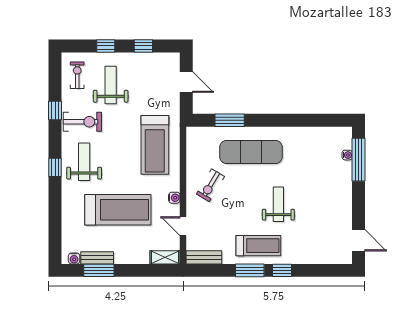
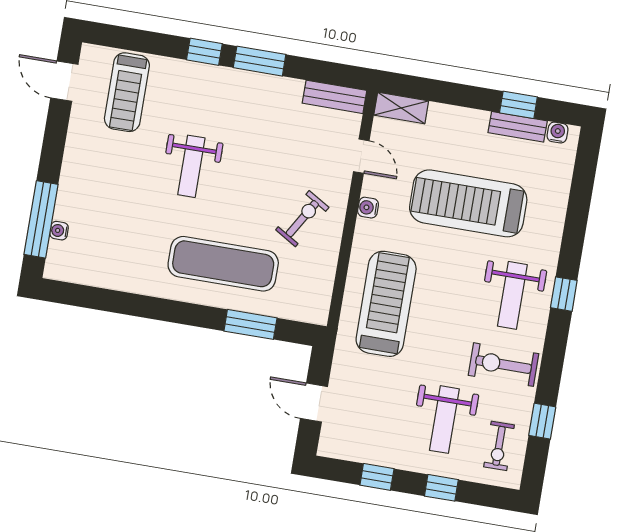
window: (55, 111) -> (542, 421), moved
treadmill: (258, 246) -> (127, 92), moved, turned -90
window: (99, 270) -> (518, 105), width x0.67

